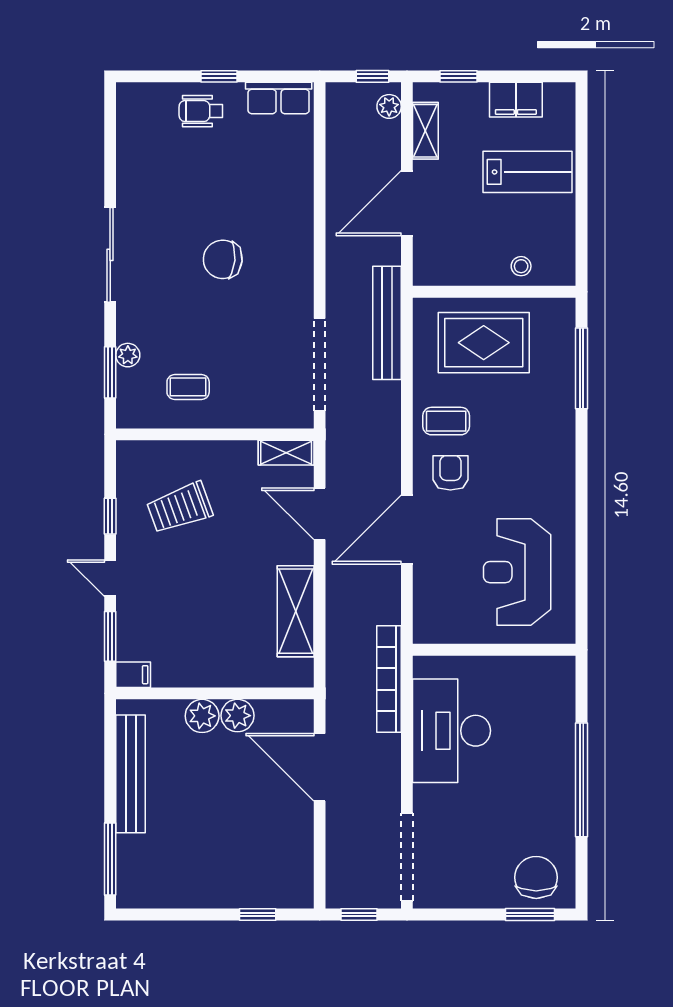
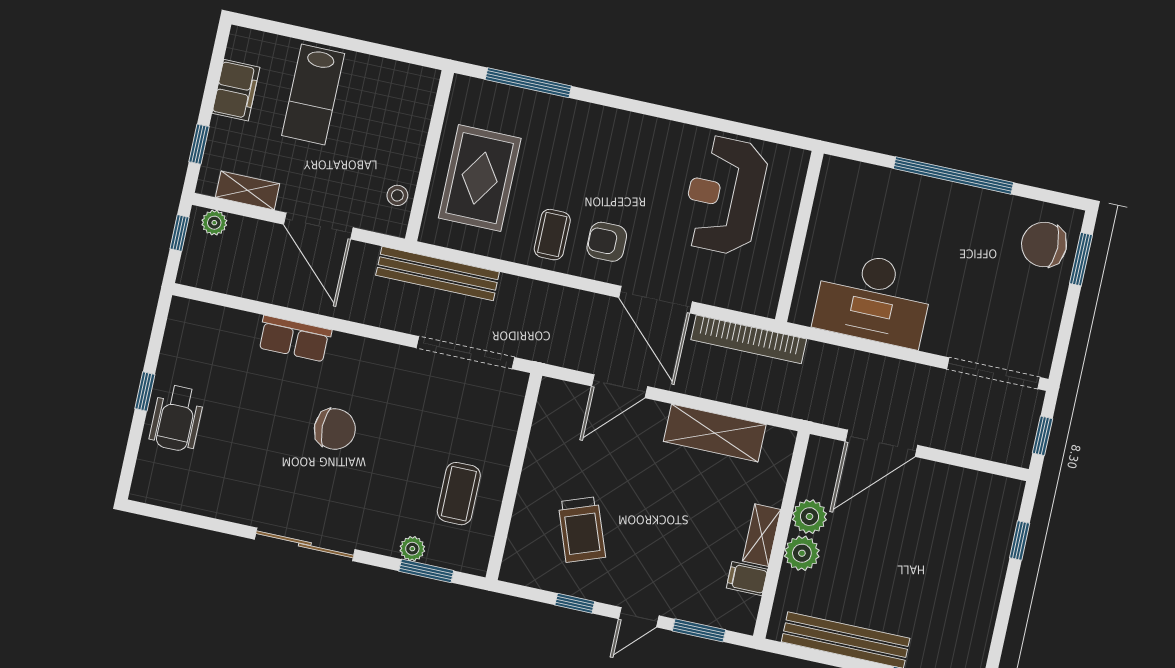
row of seats: (279, 98) -> (294, 339), moved, turned 90
wheelchair: (201, 111) -> (177, 418), width x1.36, depth x1.37
lab bench: (527, 172) -> (313, 94), turned 180
chair: (223, 259) -> (335, 429), turned -95
stool: (521, 266) -> (397, 195), moved
coffee table: (188, 387) -> (459, 494), width x1.36, depth x1.30
shelving: (286, 453) -> (762, 535), moved
reception desk: (517, 572) -> (724, 195), turned 90
filing cabinet: (133, 675) -> (747, 579), moved, turned -90
bookcase: (389, 679) -> (749, 339), moved

